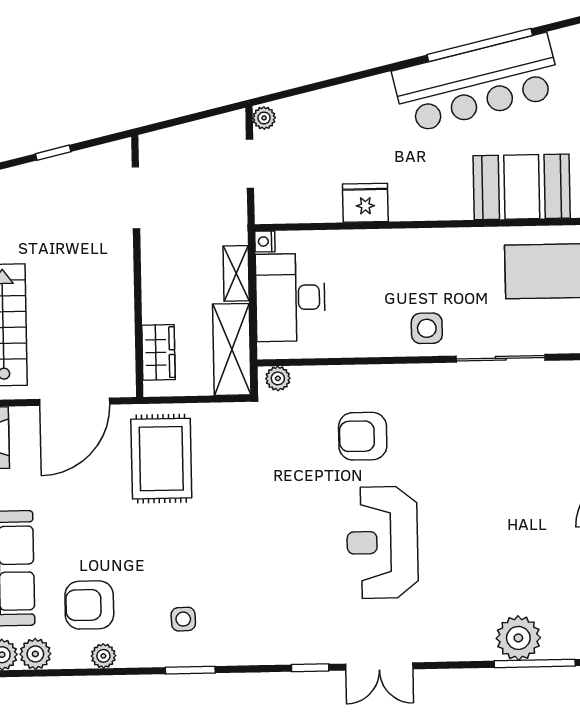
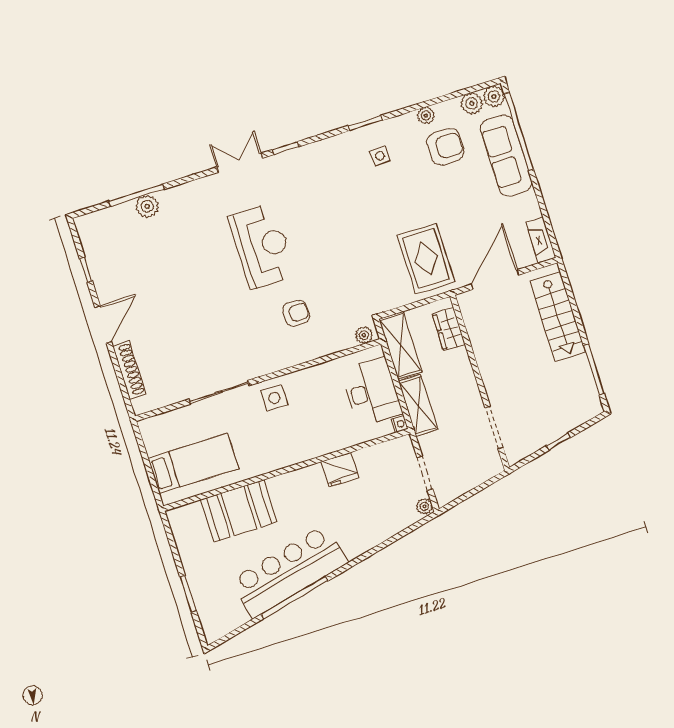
shelving: (236, 273) -> (418, 405), width x1.50, depth x1.33
armchair: (363, 436) -> (296, 313), width x0.72, depth x0.72
plant: (518, 638) -> (147, 206), width x0.73, depth x0.73

